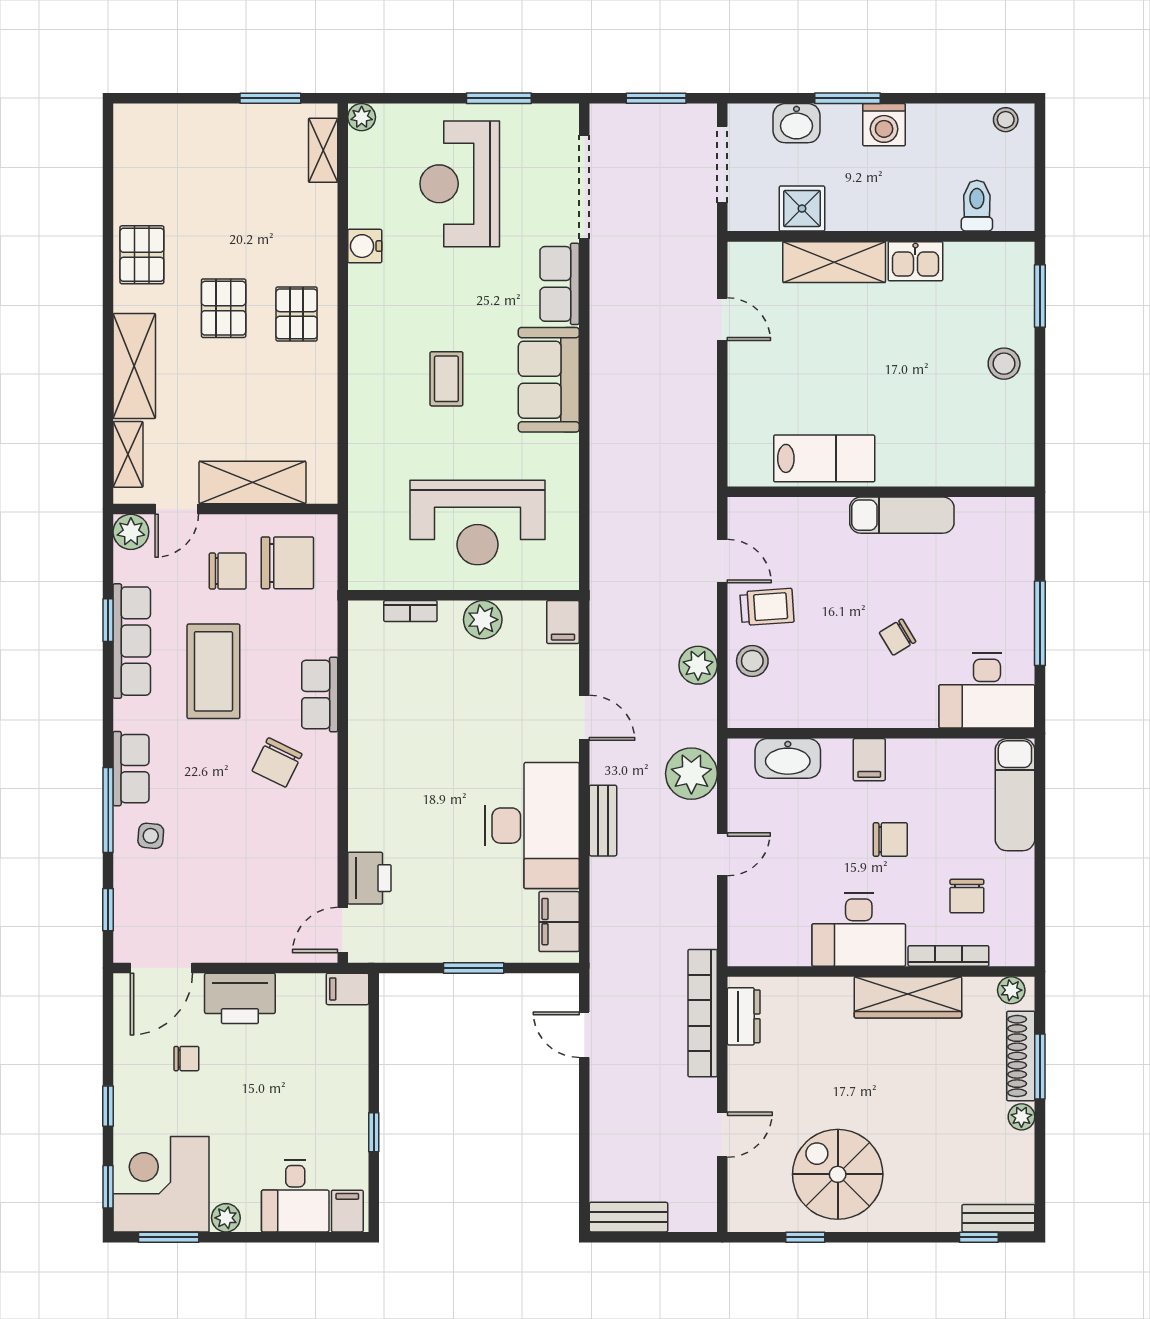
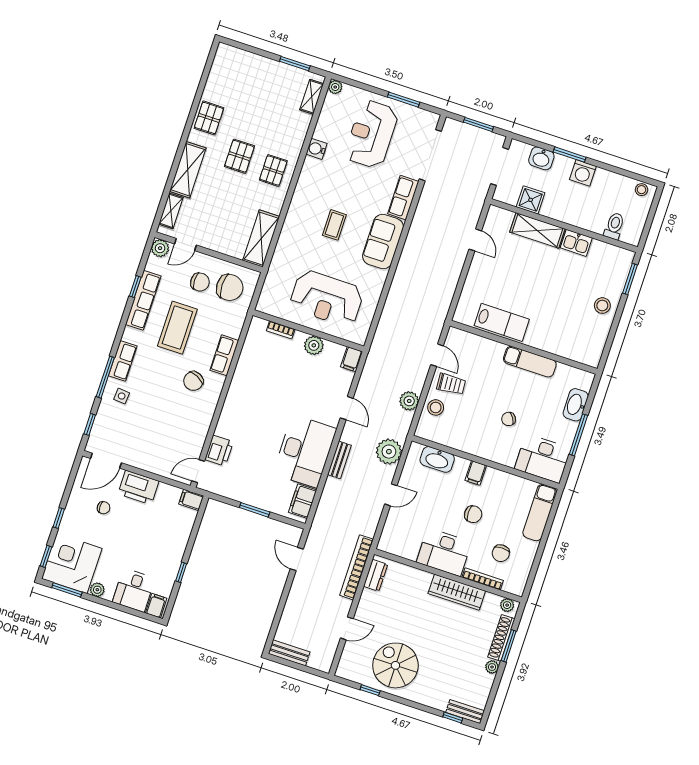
shelving: (253, 482) -> (261, 239), moved, turned 90
washbasin: (1016, 568) -> (576, 405), added

